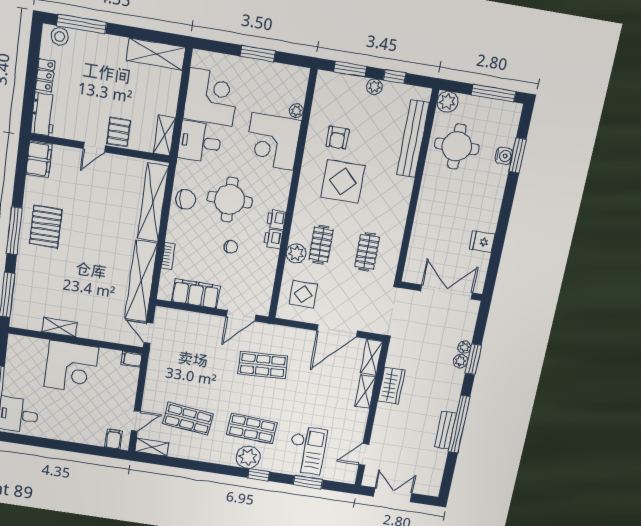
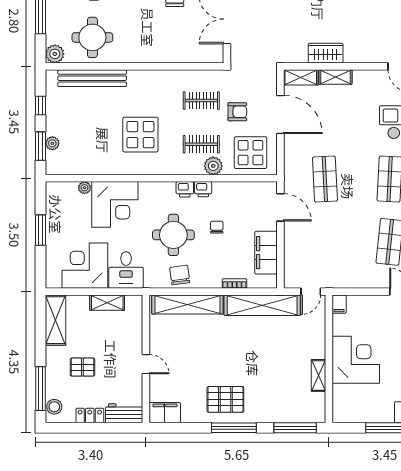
plant: (374, 87) -> (52, 143), moved
pallet: (119, 132) -> (82, 367), moved
shelving: (164, 135) -> (107, 303), moved
armchair: (337, 138) -> (237, 112), moved
display table: (303, 294) -> (251, 153), width x1.36, depth x1.36

